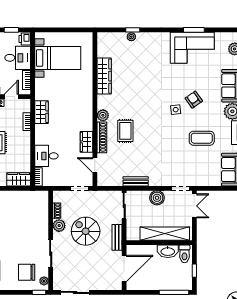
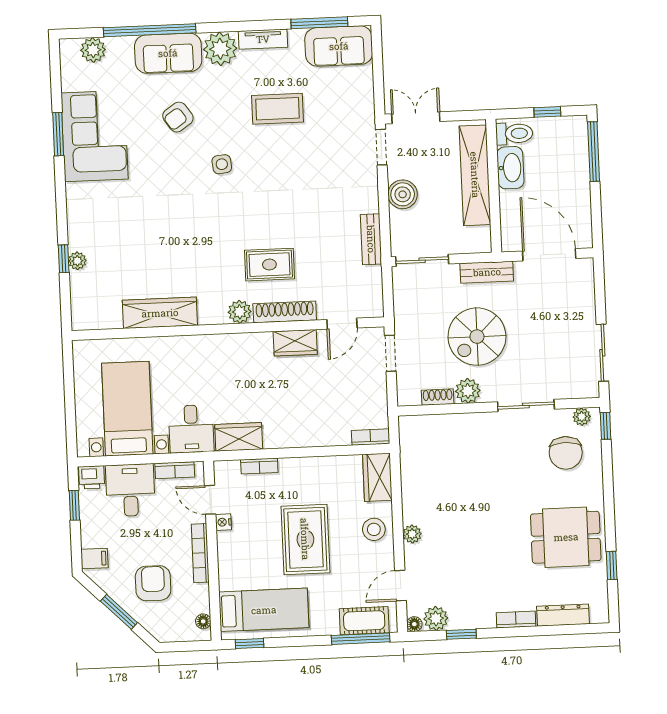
armchair: (194, 100) -> (178, 117), moved
coffee table: (202, 138) -> (277, 109), turned 90
desk: (46, 156) -> (191, 429), moved

